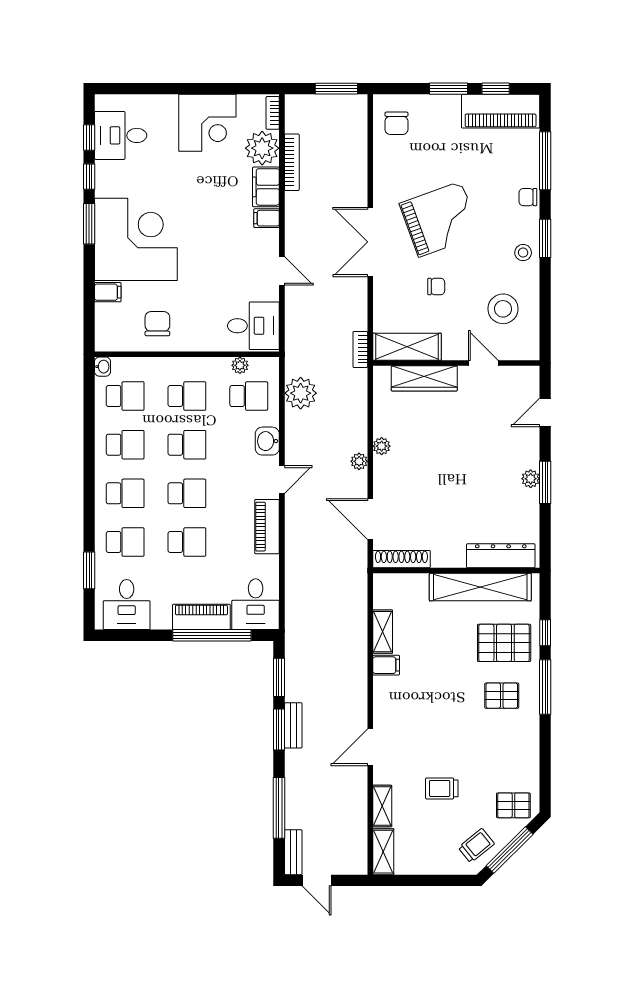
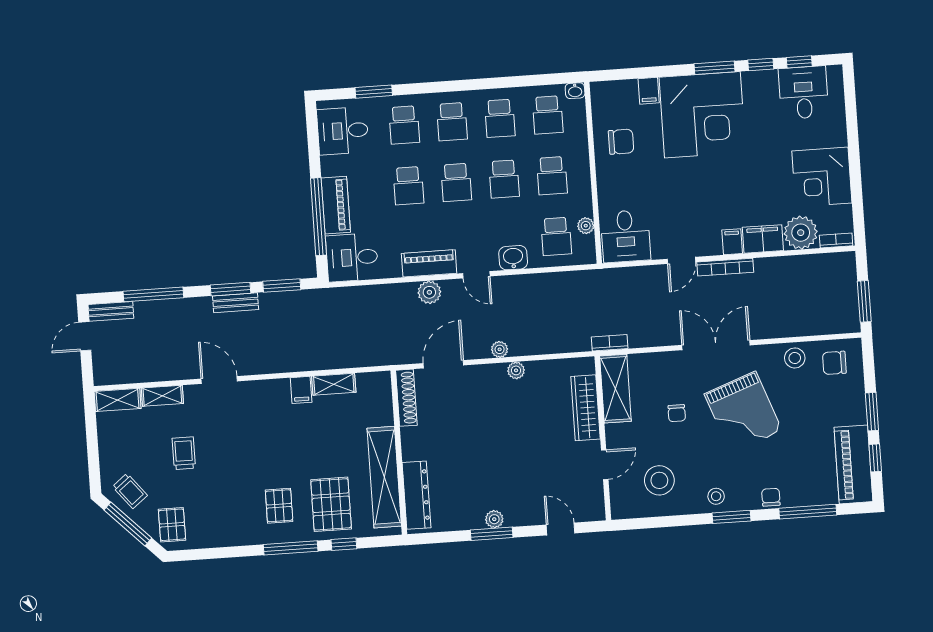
bookcase: (292, 162) -> (725, 267), moved
stool: (389, 163) -> (795, 358), added
plant: (301, 393) -> (429, 292), moved, width x0.73, depth x0.73

